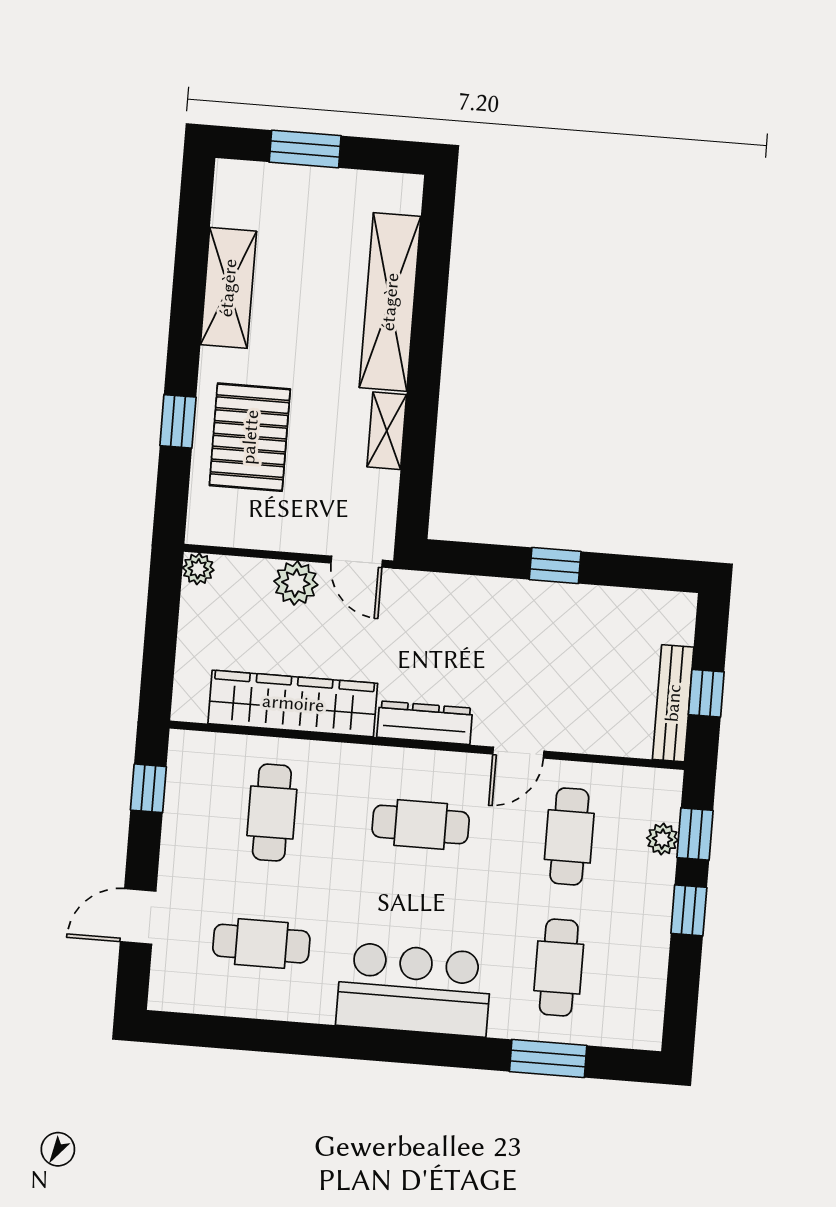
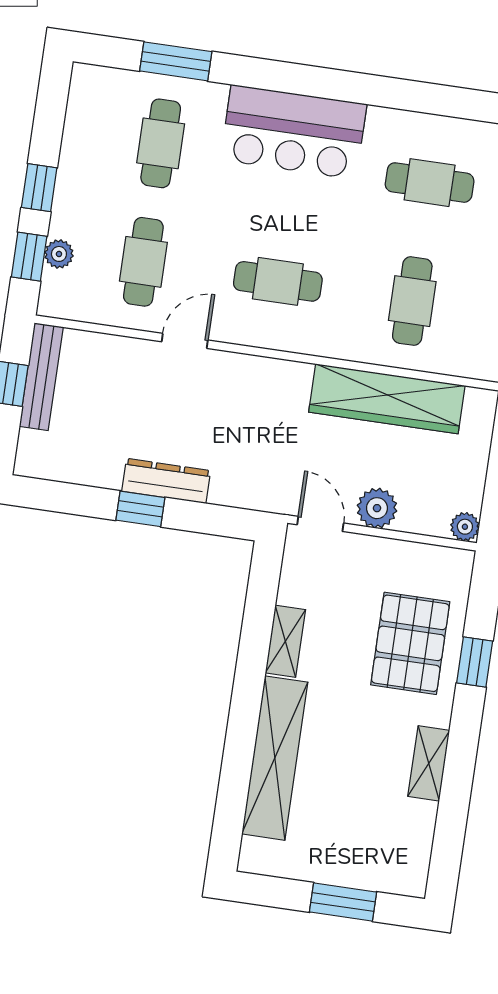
shelving: (228, 288) -> (429, 763), width x0.67, depth x0.75
dresser: (425, 723) -> (166, 481), moved, turned 180

